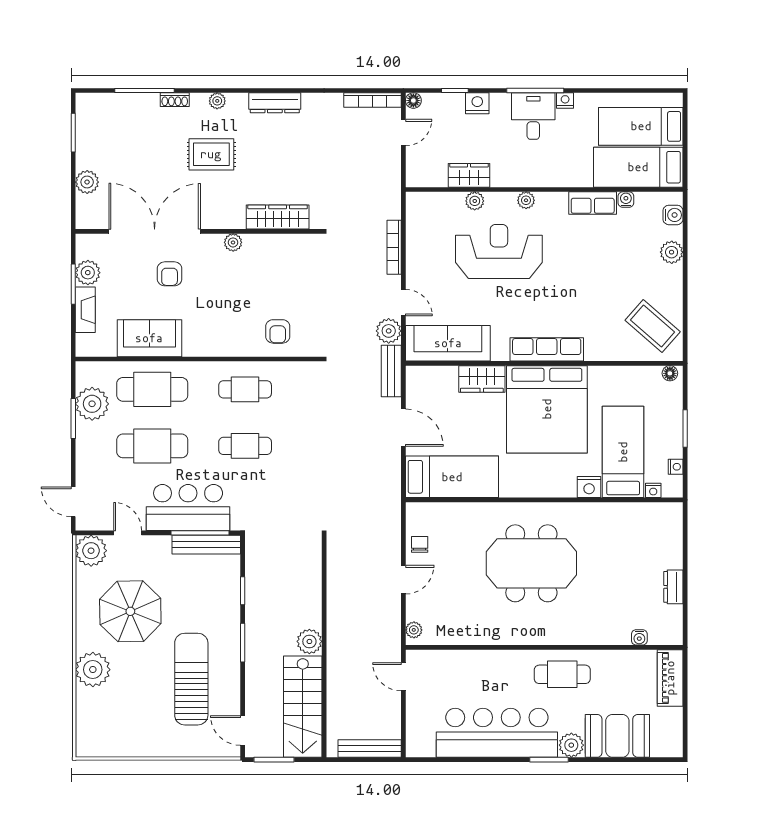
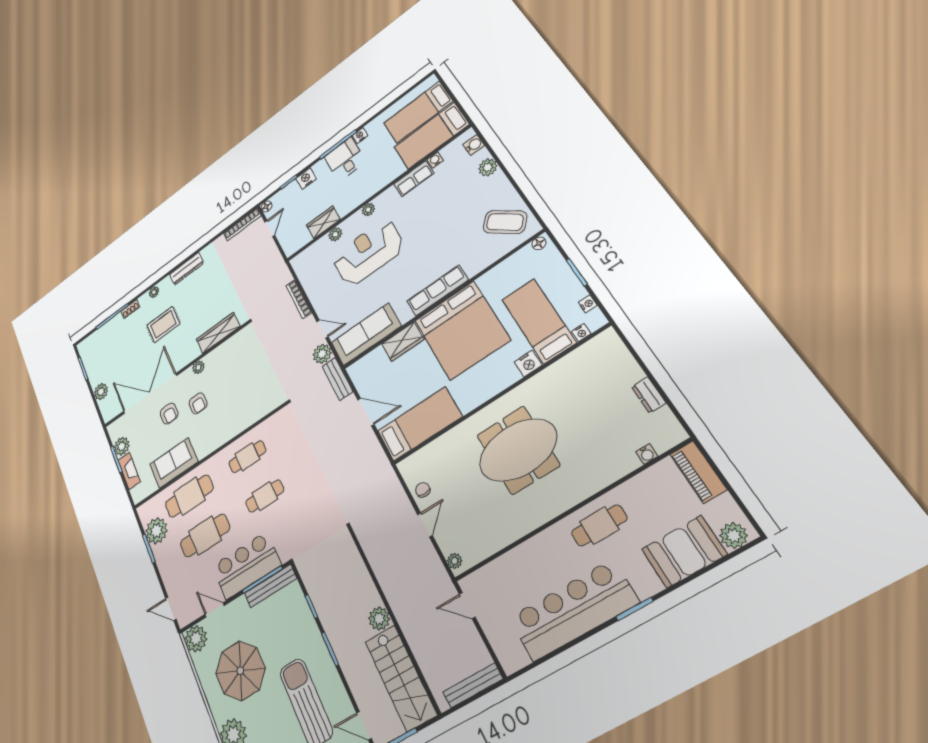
armchair: (278, 331) -> (198, 403), moved
plant: (571, 745) -> (734, 536), moved

